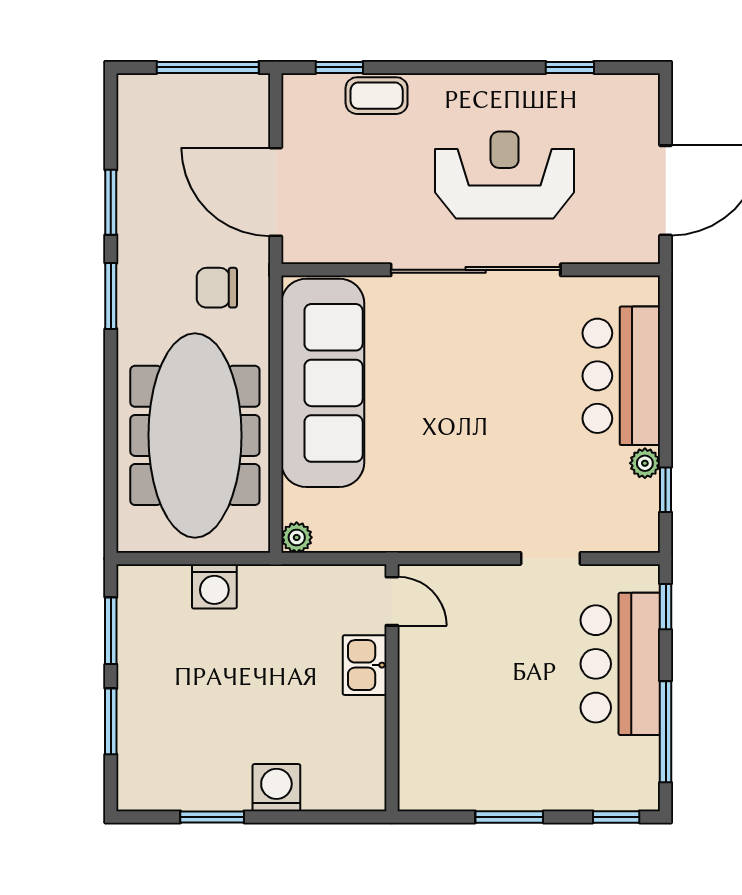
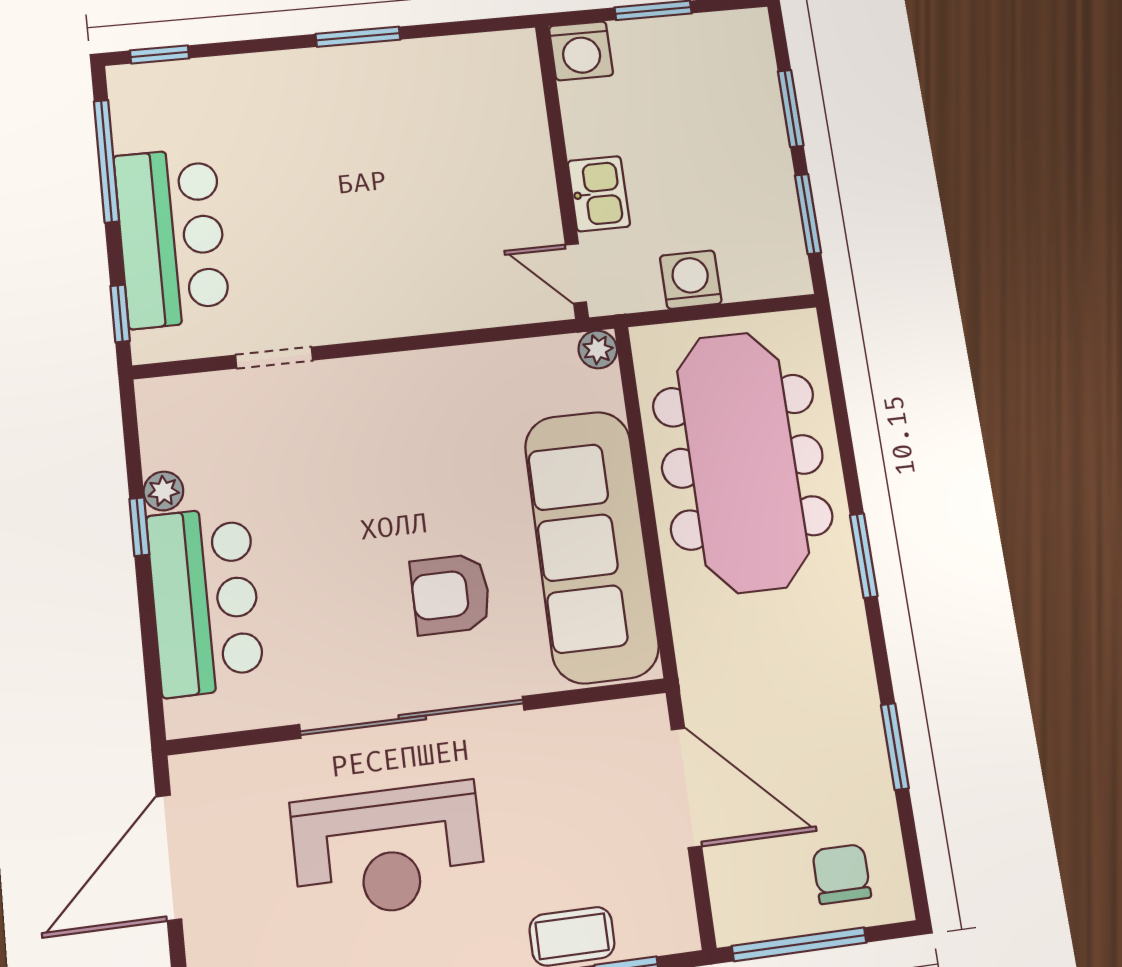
chair: (217, 288) -> (842, 874), moved, turned -90
window: (111, 296) -> (864, 556), moved
armchair: (436, 359) -> (451, 594), added
window: (666, 490) -> (139, 527), moved
door: (392, 601) -> (576, 273), moved
kitchen sink: (365, 665) -> (599, 194), moved
wall: (392, 688) -> (562, 170), moved
window: (509, 817) -> (358, 37), moved

